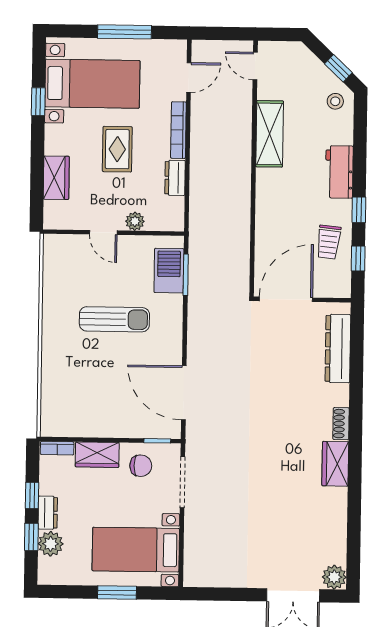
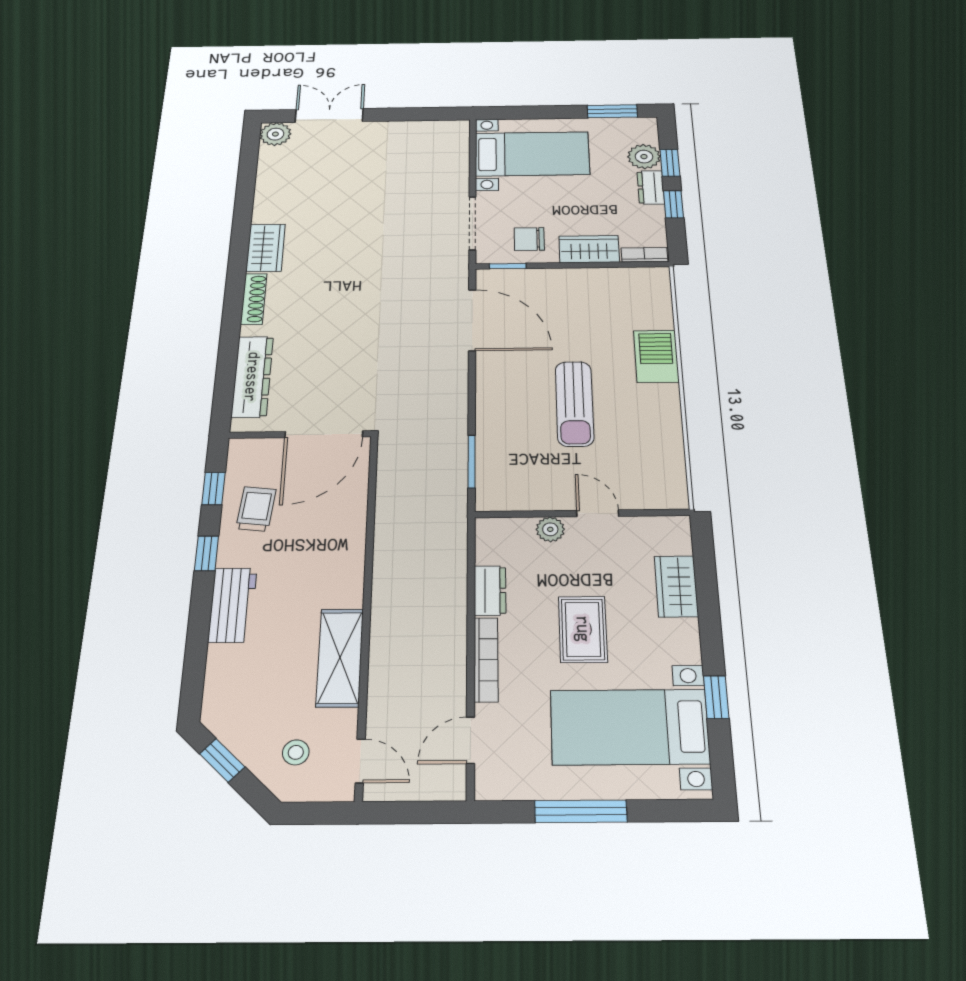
stool: (335, 101) -> (296, 752), moved
barbecue: (169, 271) -> (656, 356), moved, turned 180
sun lounger: (114, 319) -> (574, 404), turned -90
shoe rack: (341, 424) -> (254, 299), width x1.43
window: (117, 593) -> (612, 111), moved

